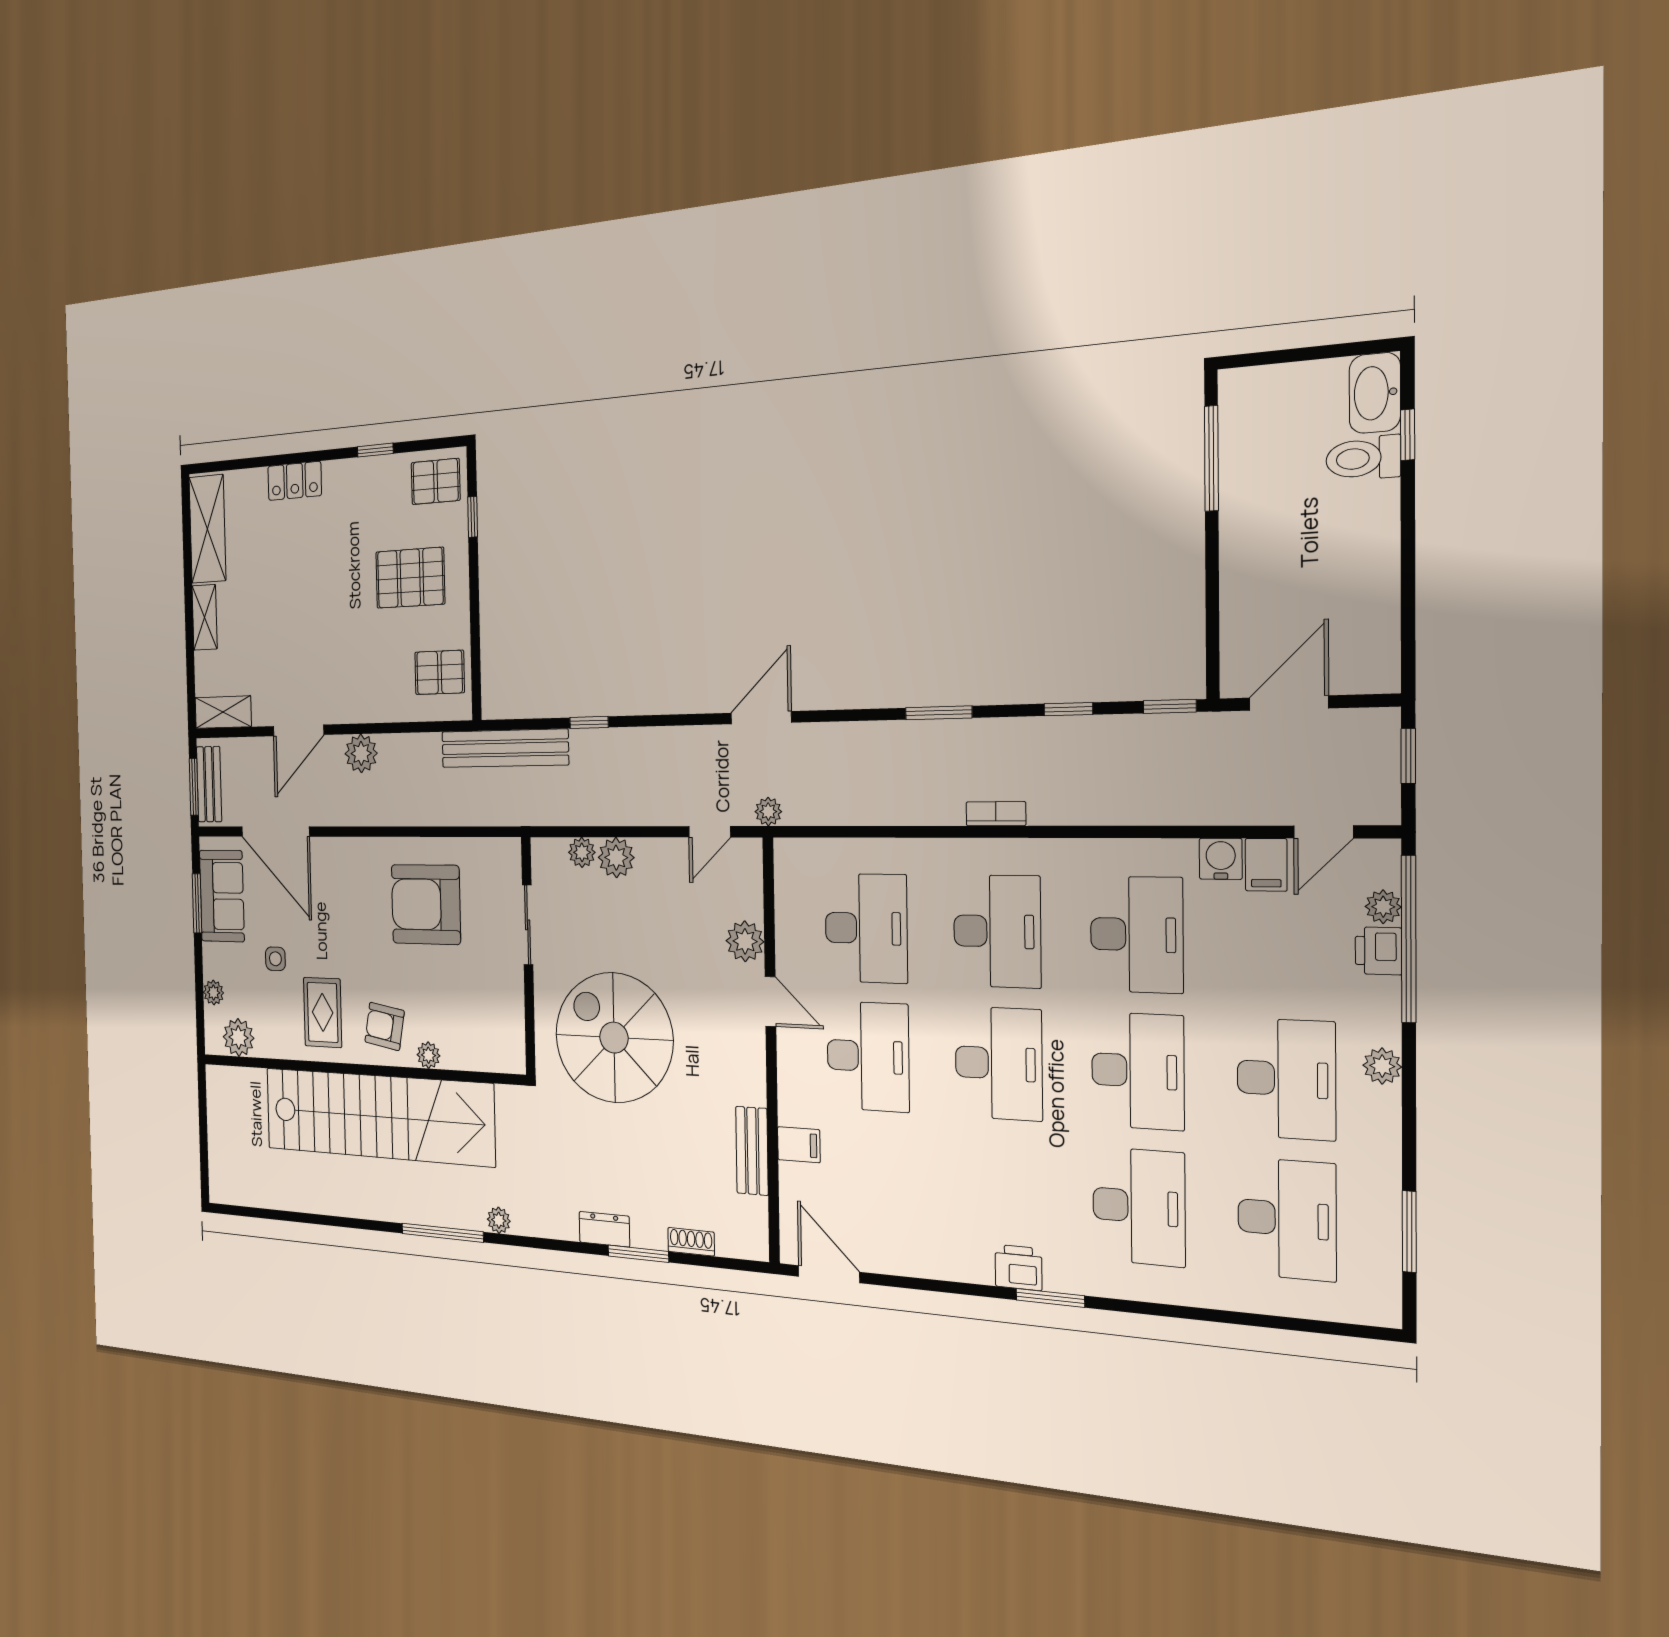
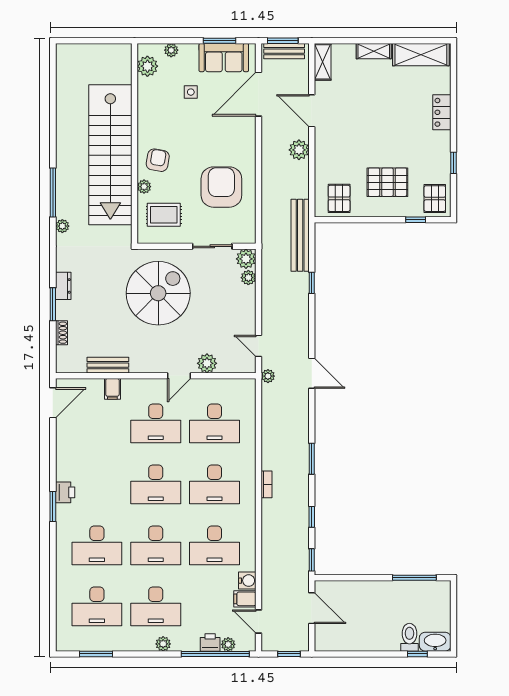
pallet: (410, 578) -> (387, 182), turned 90
plant: (616, 858) -> (246, 259), moved
rug: (323, 1012) -> (164, 215), moved

